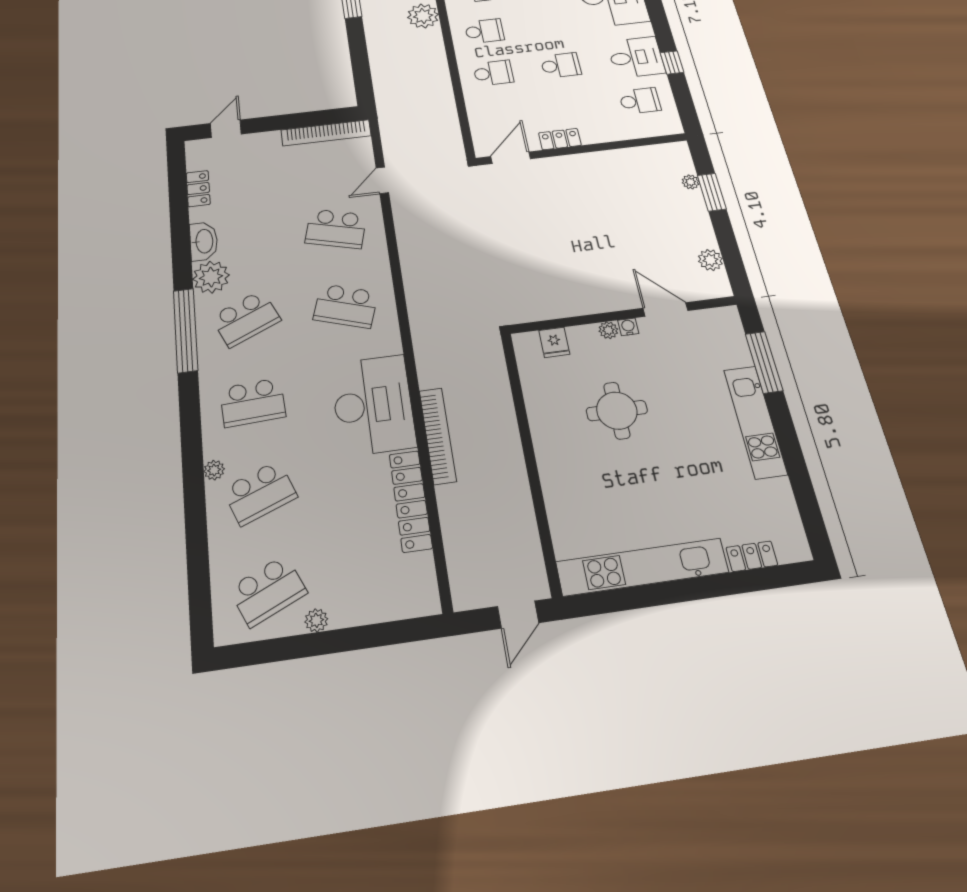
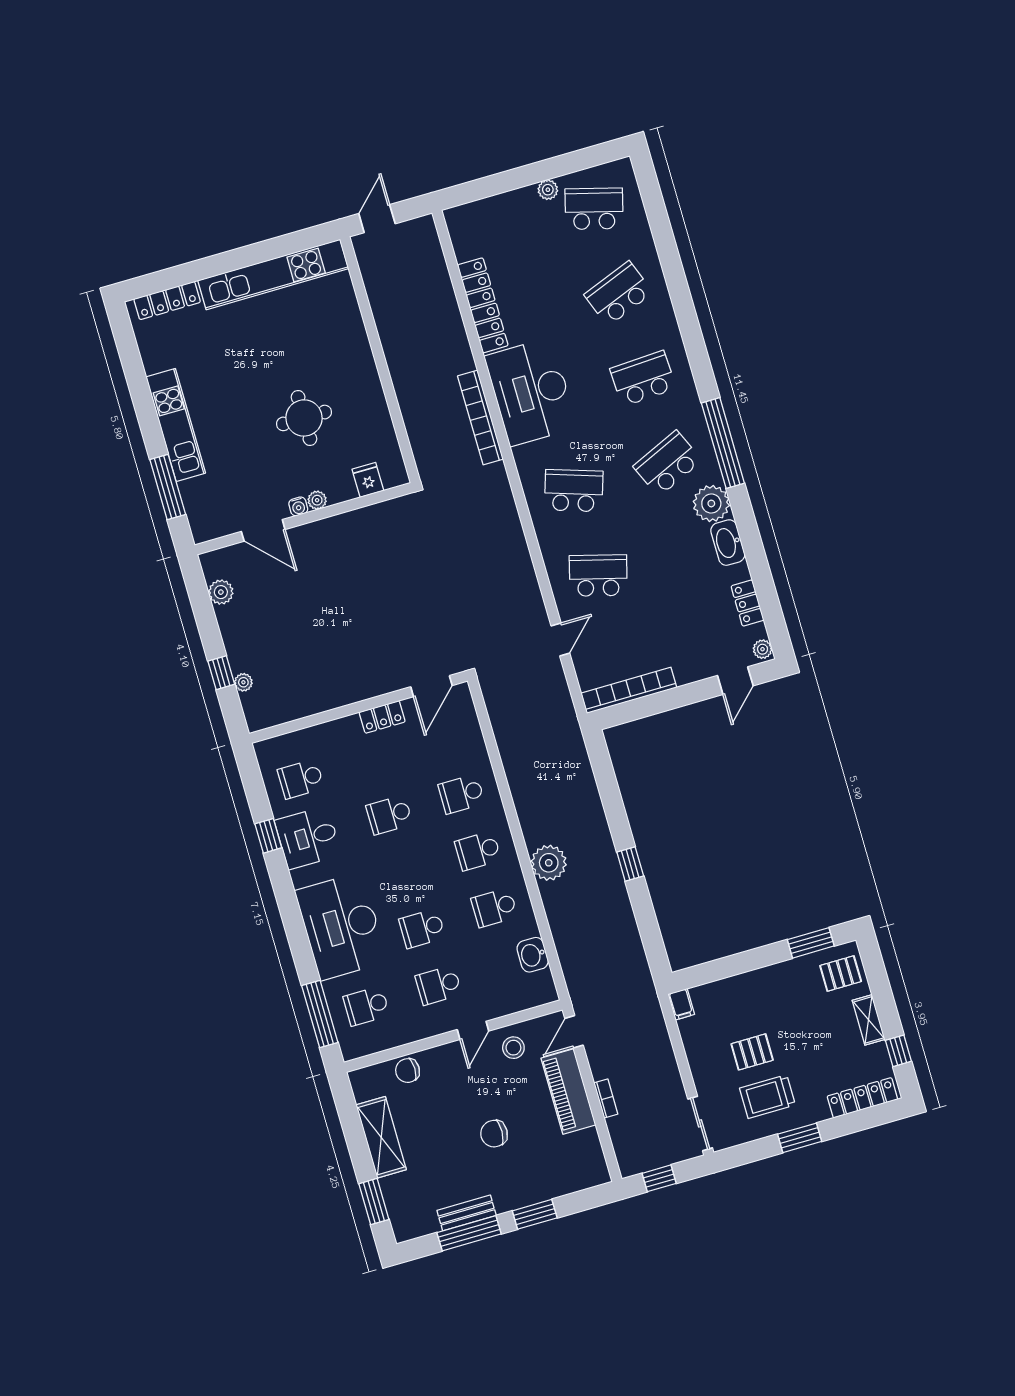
window: (712, 192) -> (221, 673), width x0.67
bookcase: (438, 436) -> (480, 418), moved
plant: (214, 470) -> (763, 649), moved
locker: (752, 556) -> (167, 301), width x1.53
school desk: (268, 591) -> (594, 209), turned 39

